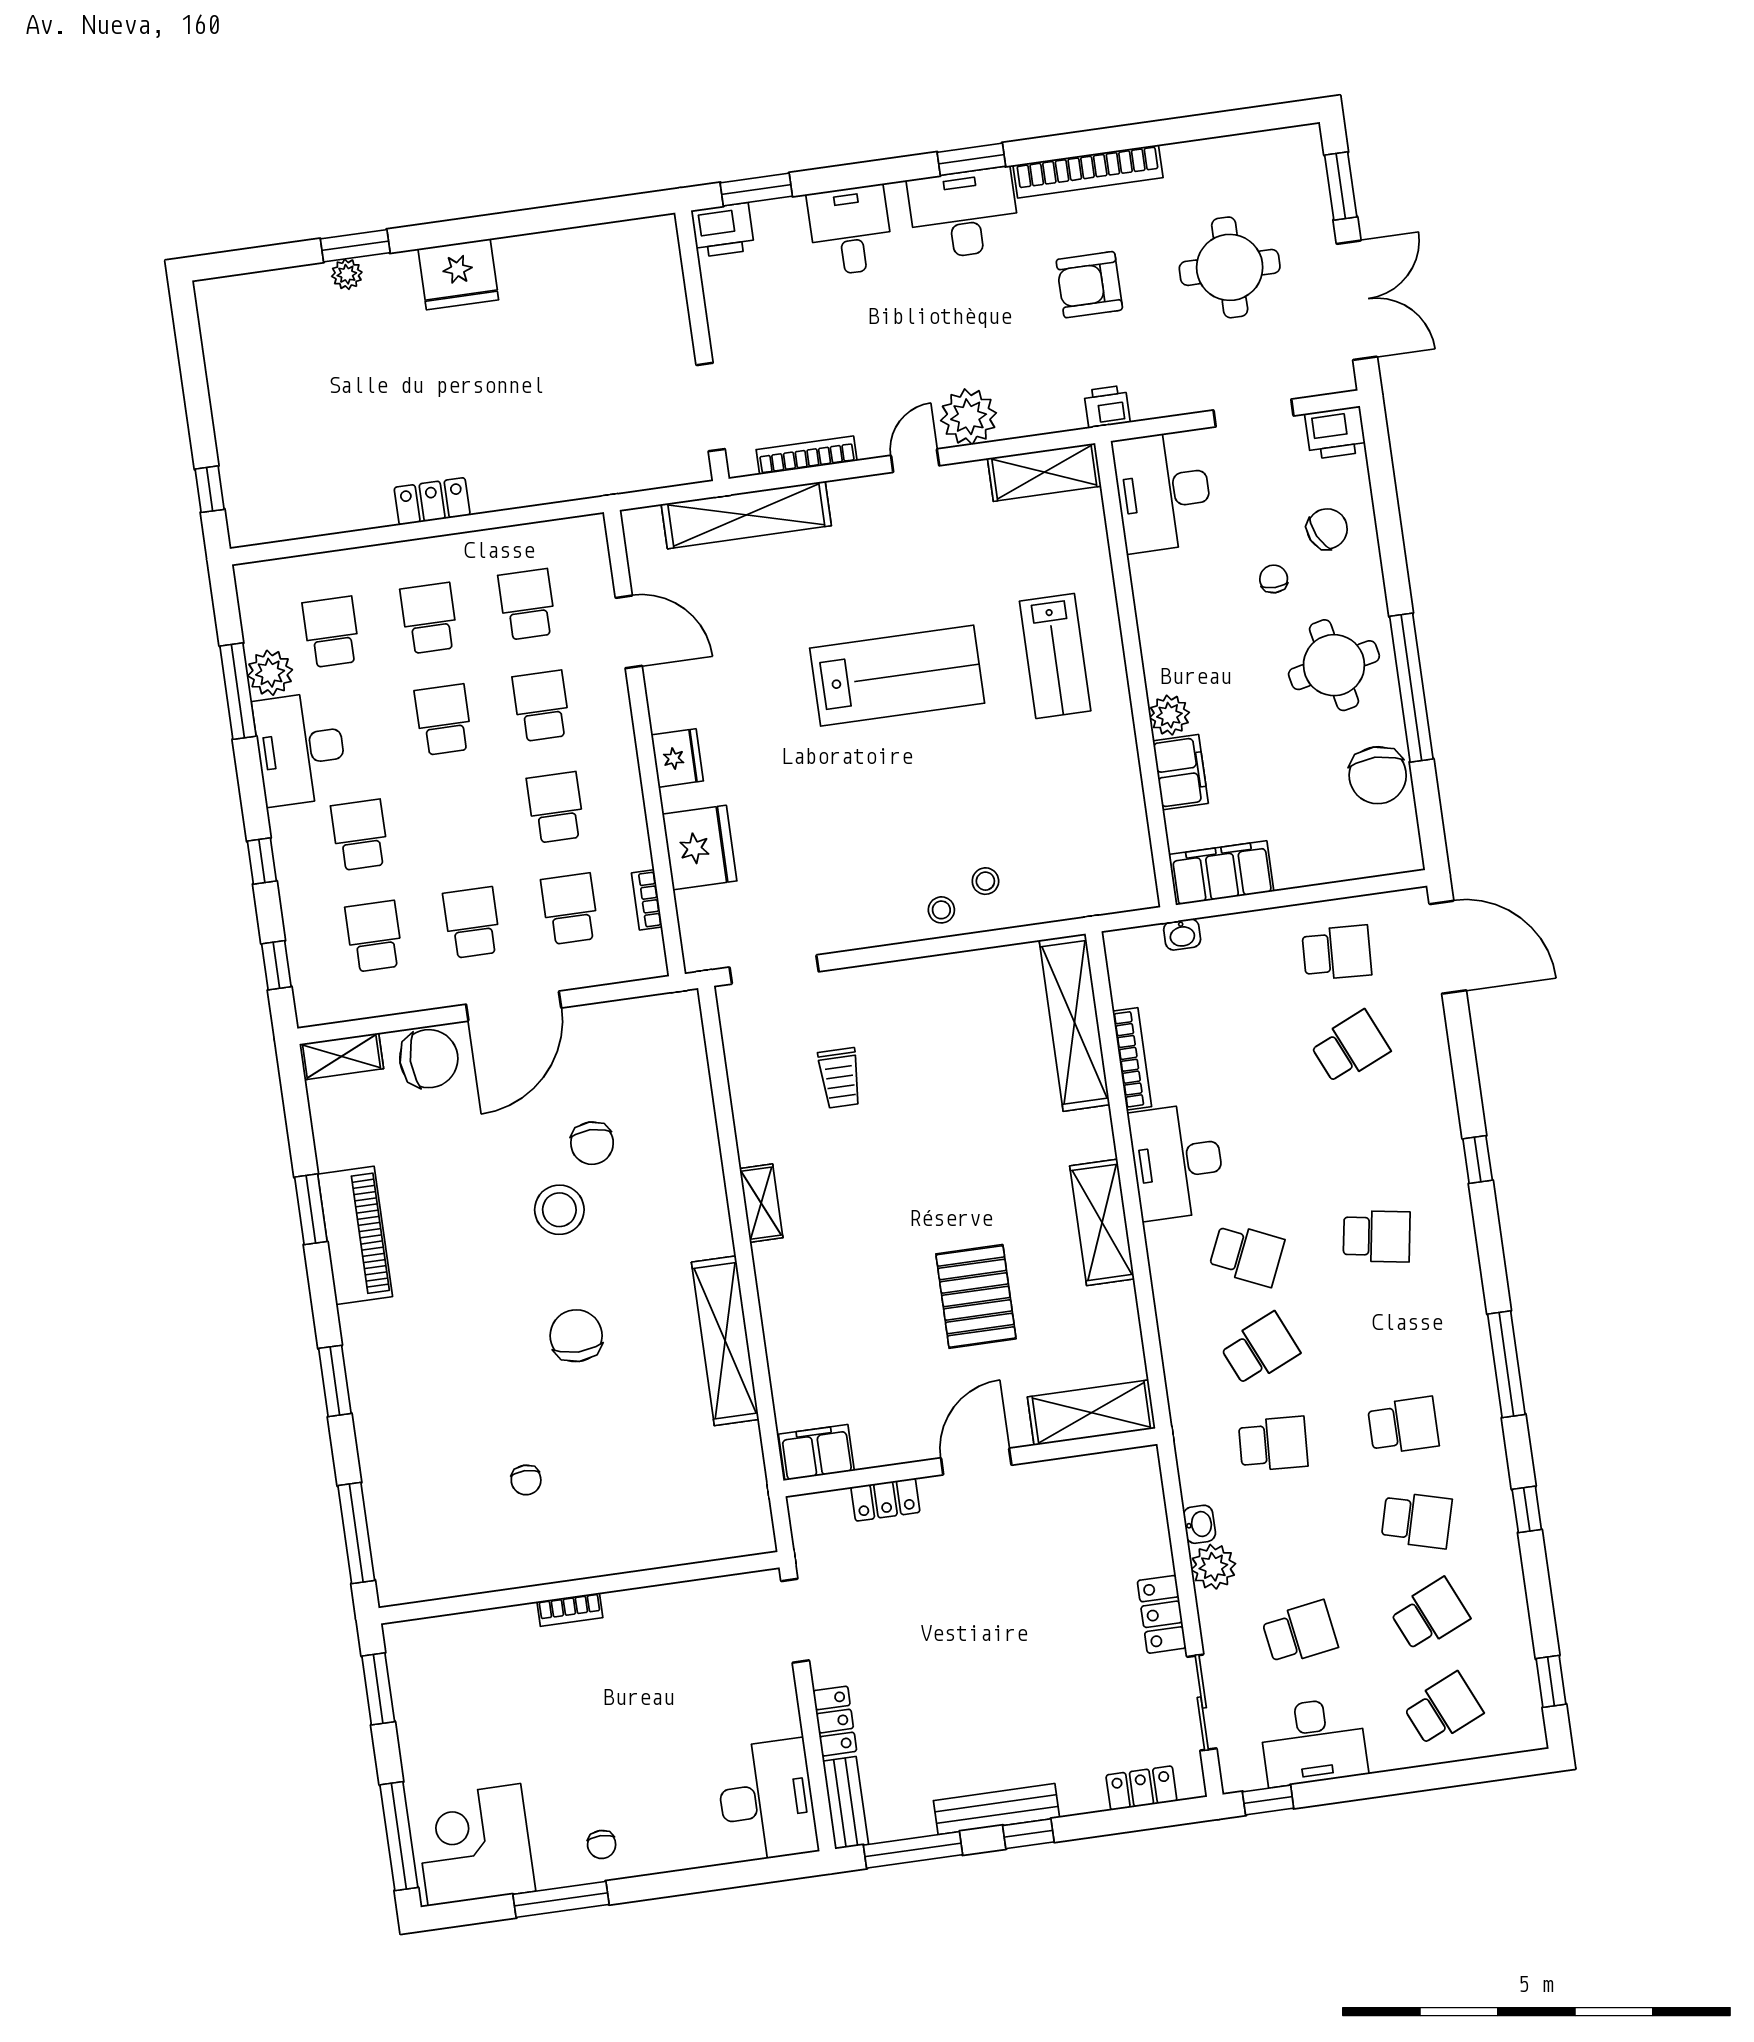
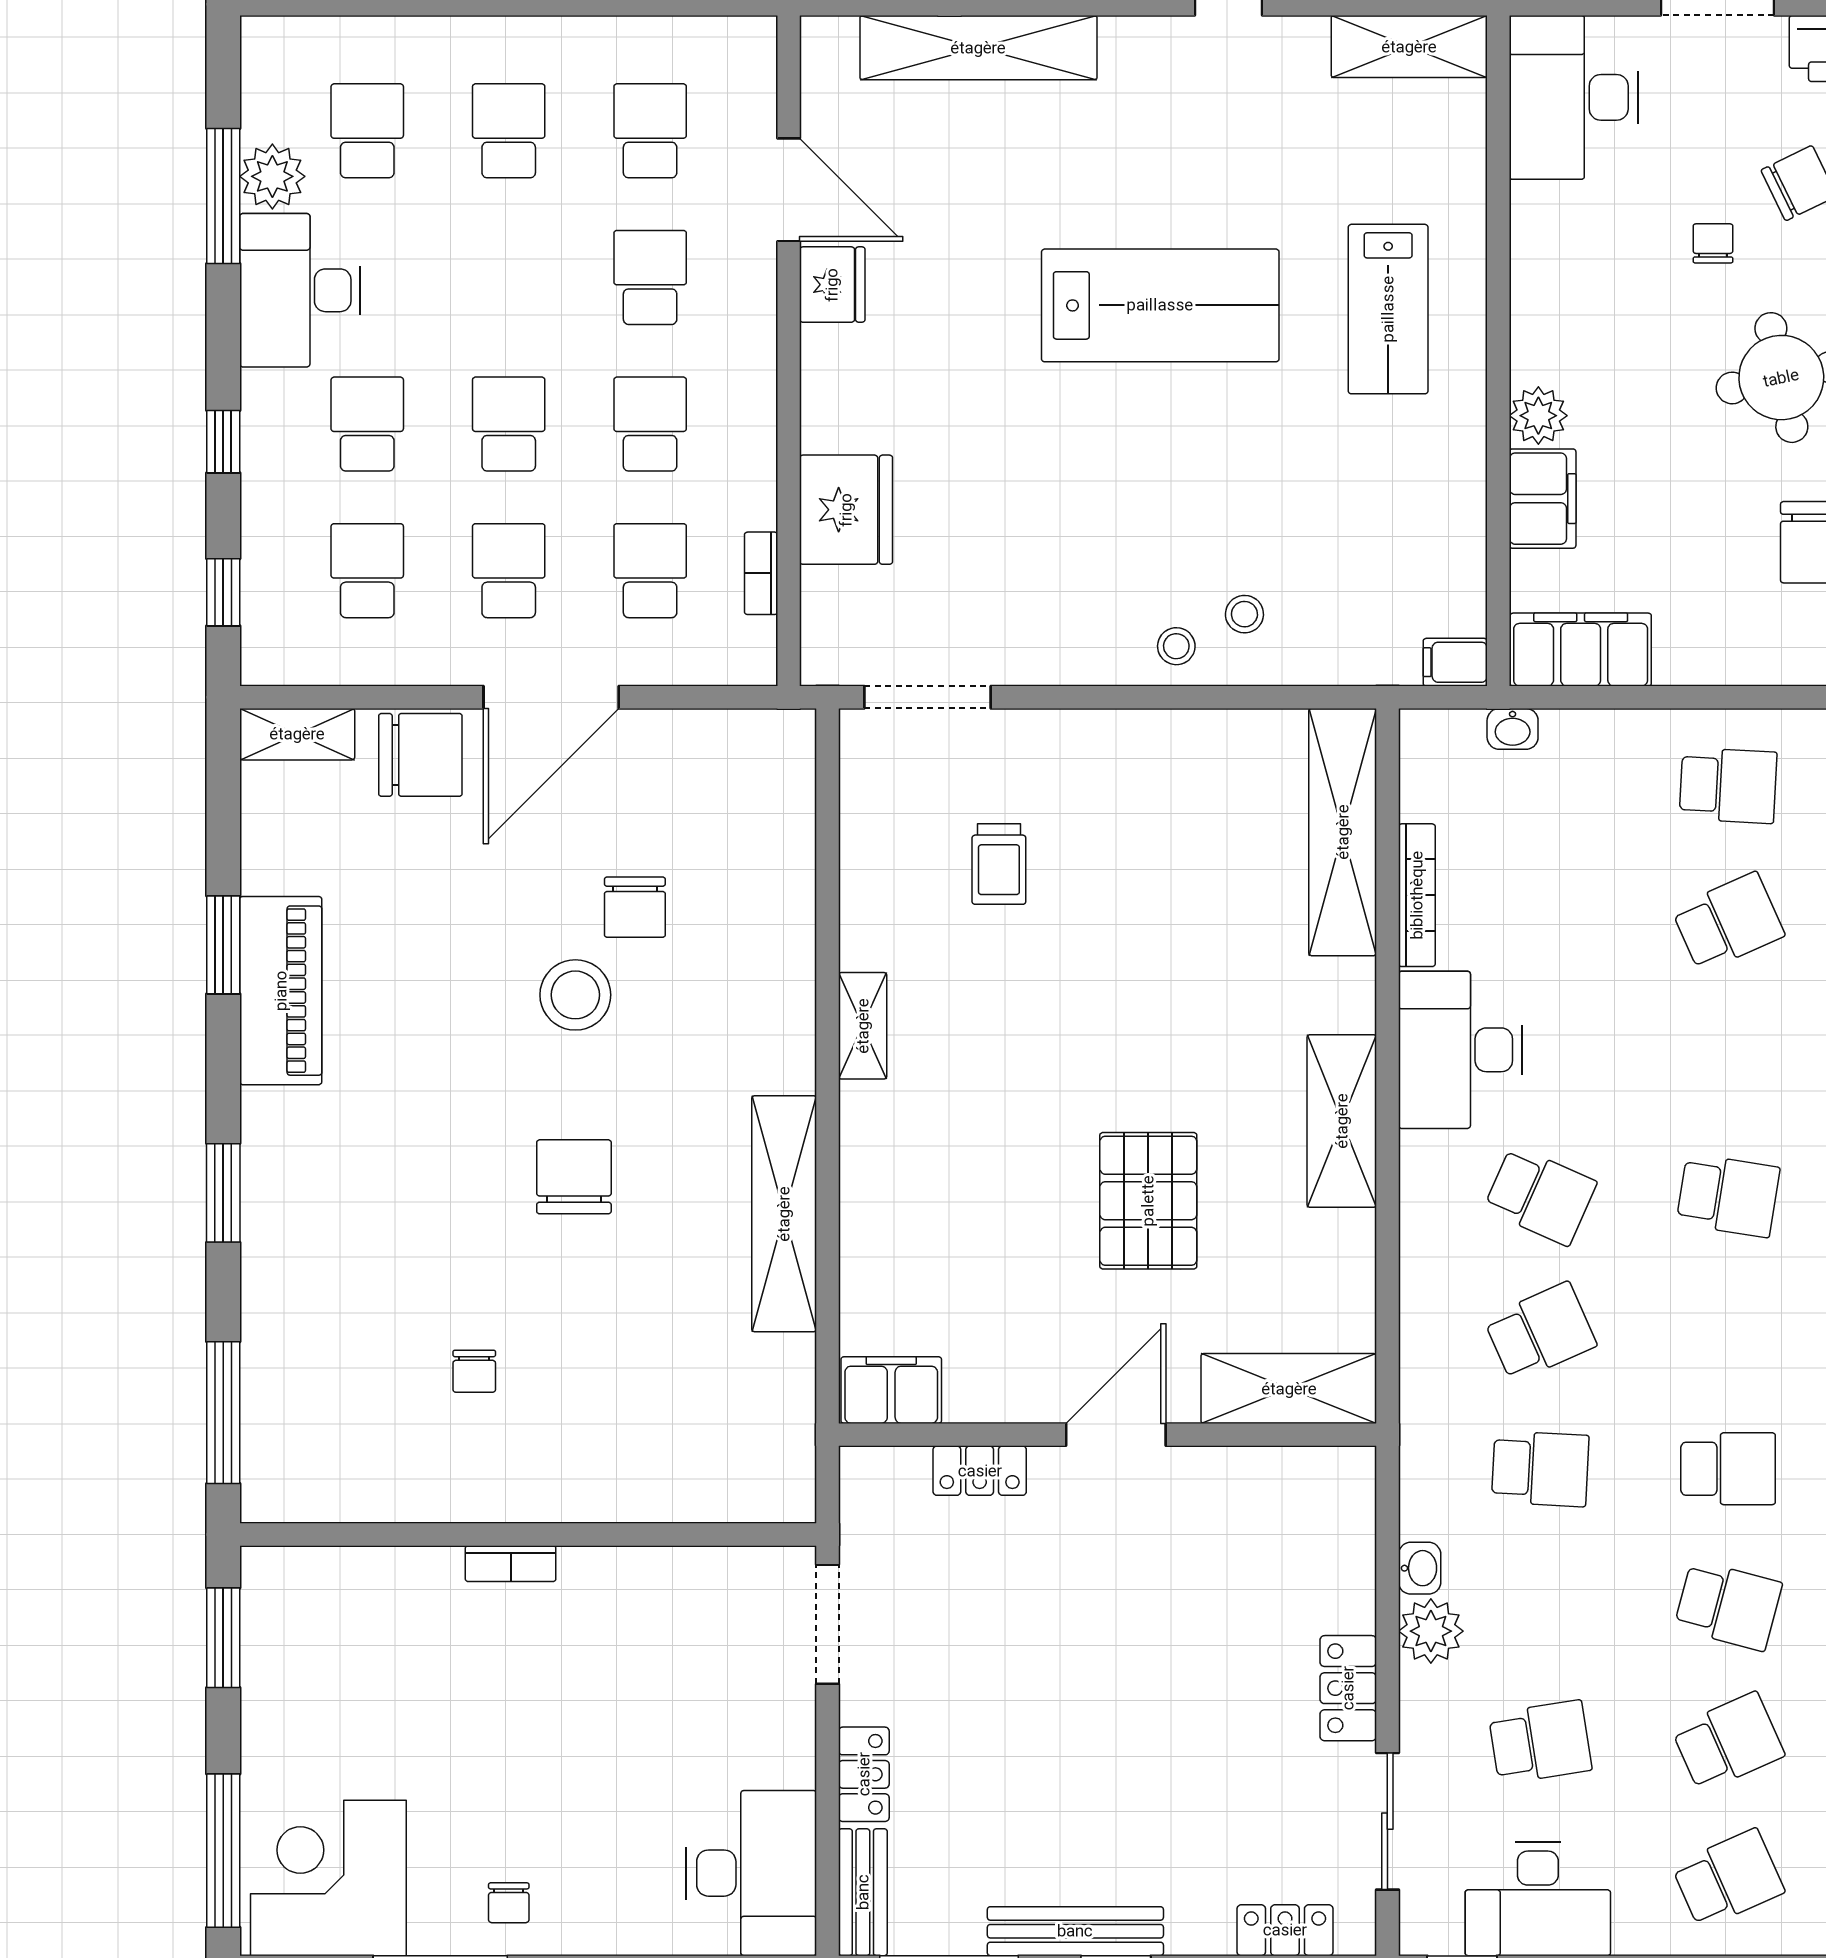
school desk: (443, 720) -> (509, 424), moved
fridge: (677, 758) -> (832, 285), moved
filing cabinet: (1136, 894) -> (1455, 662), added

